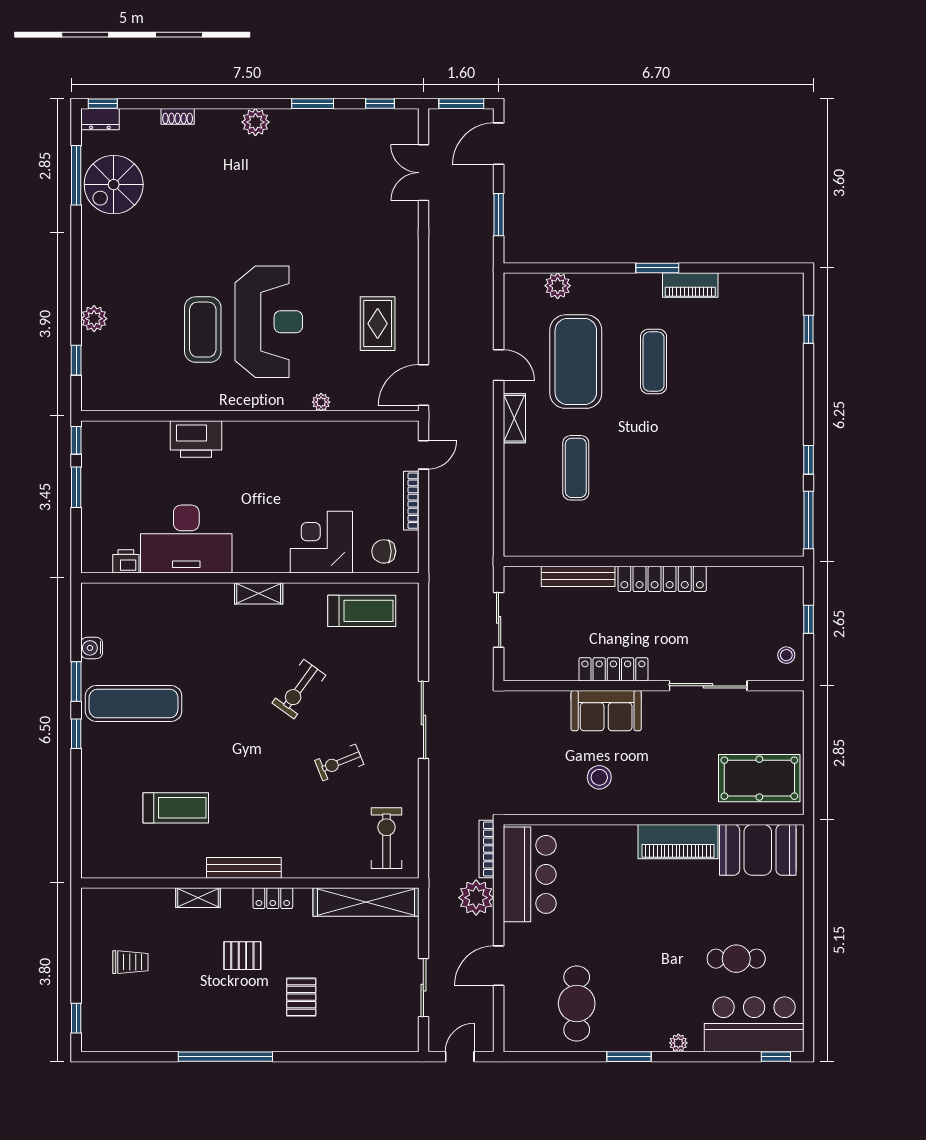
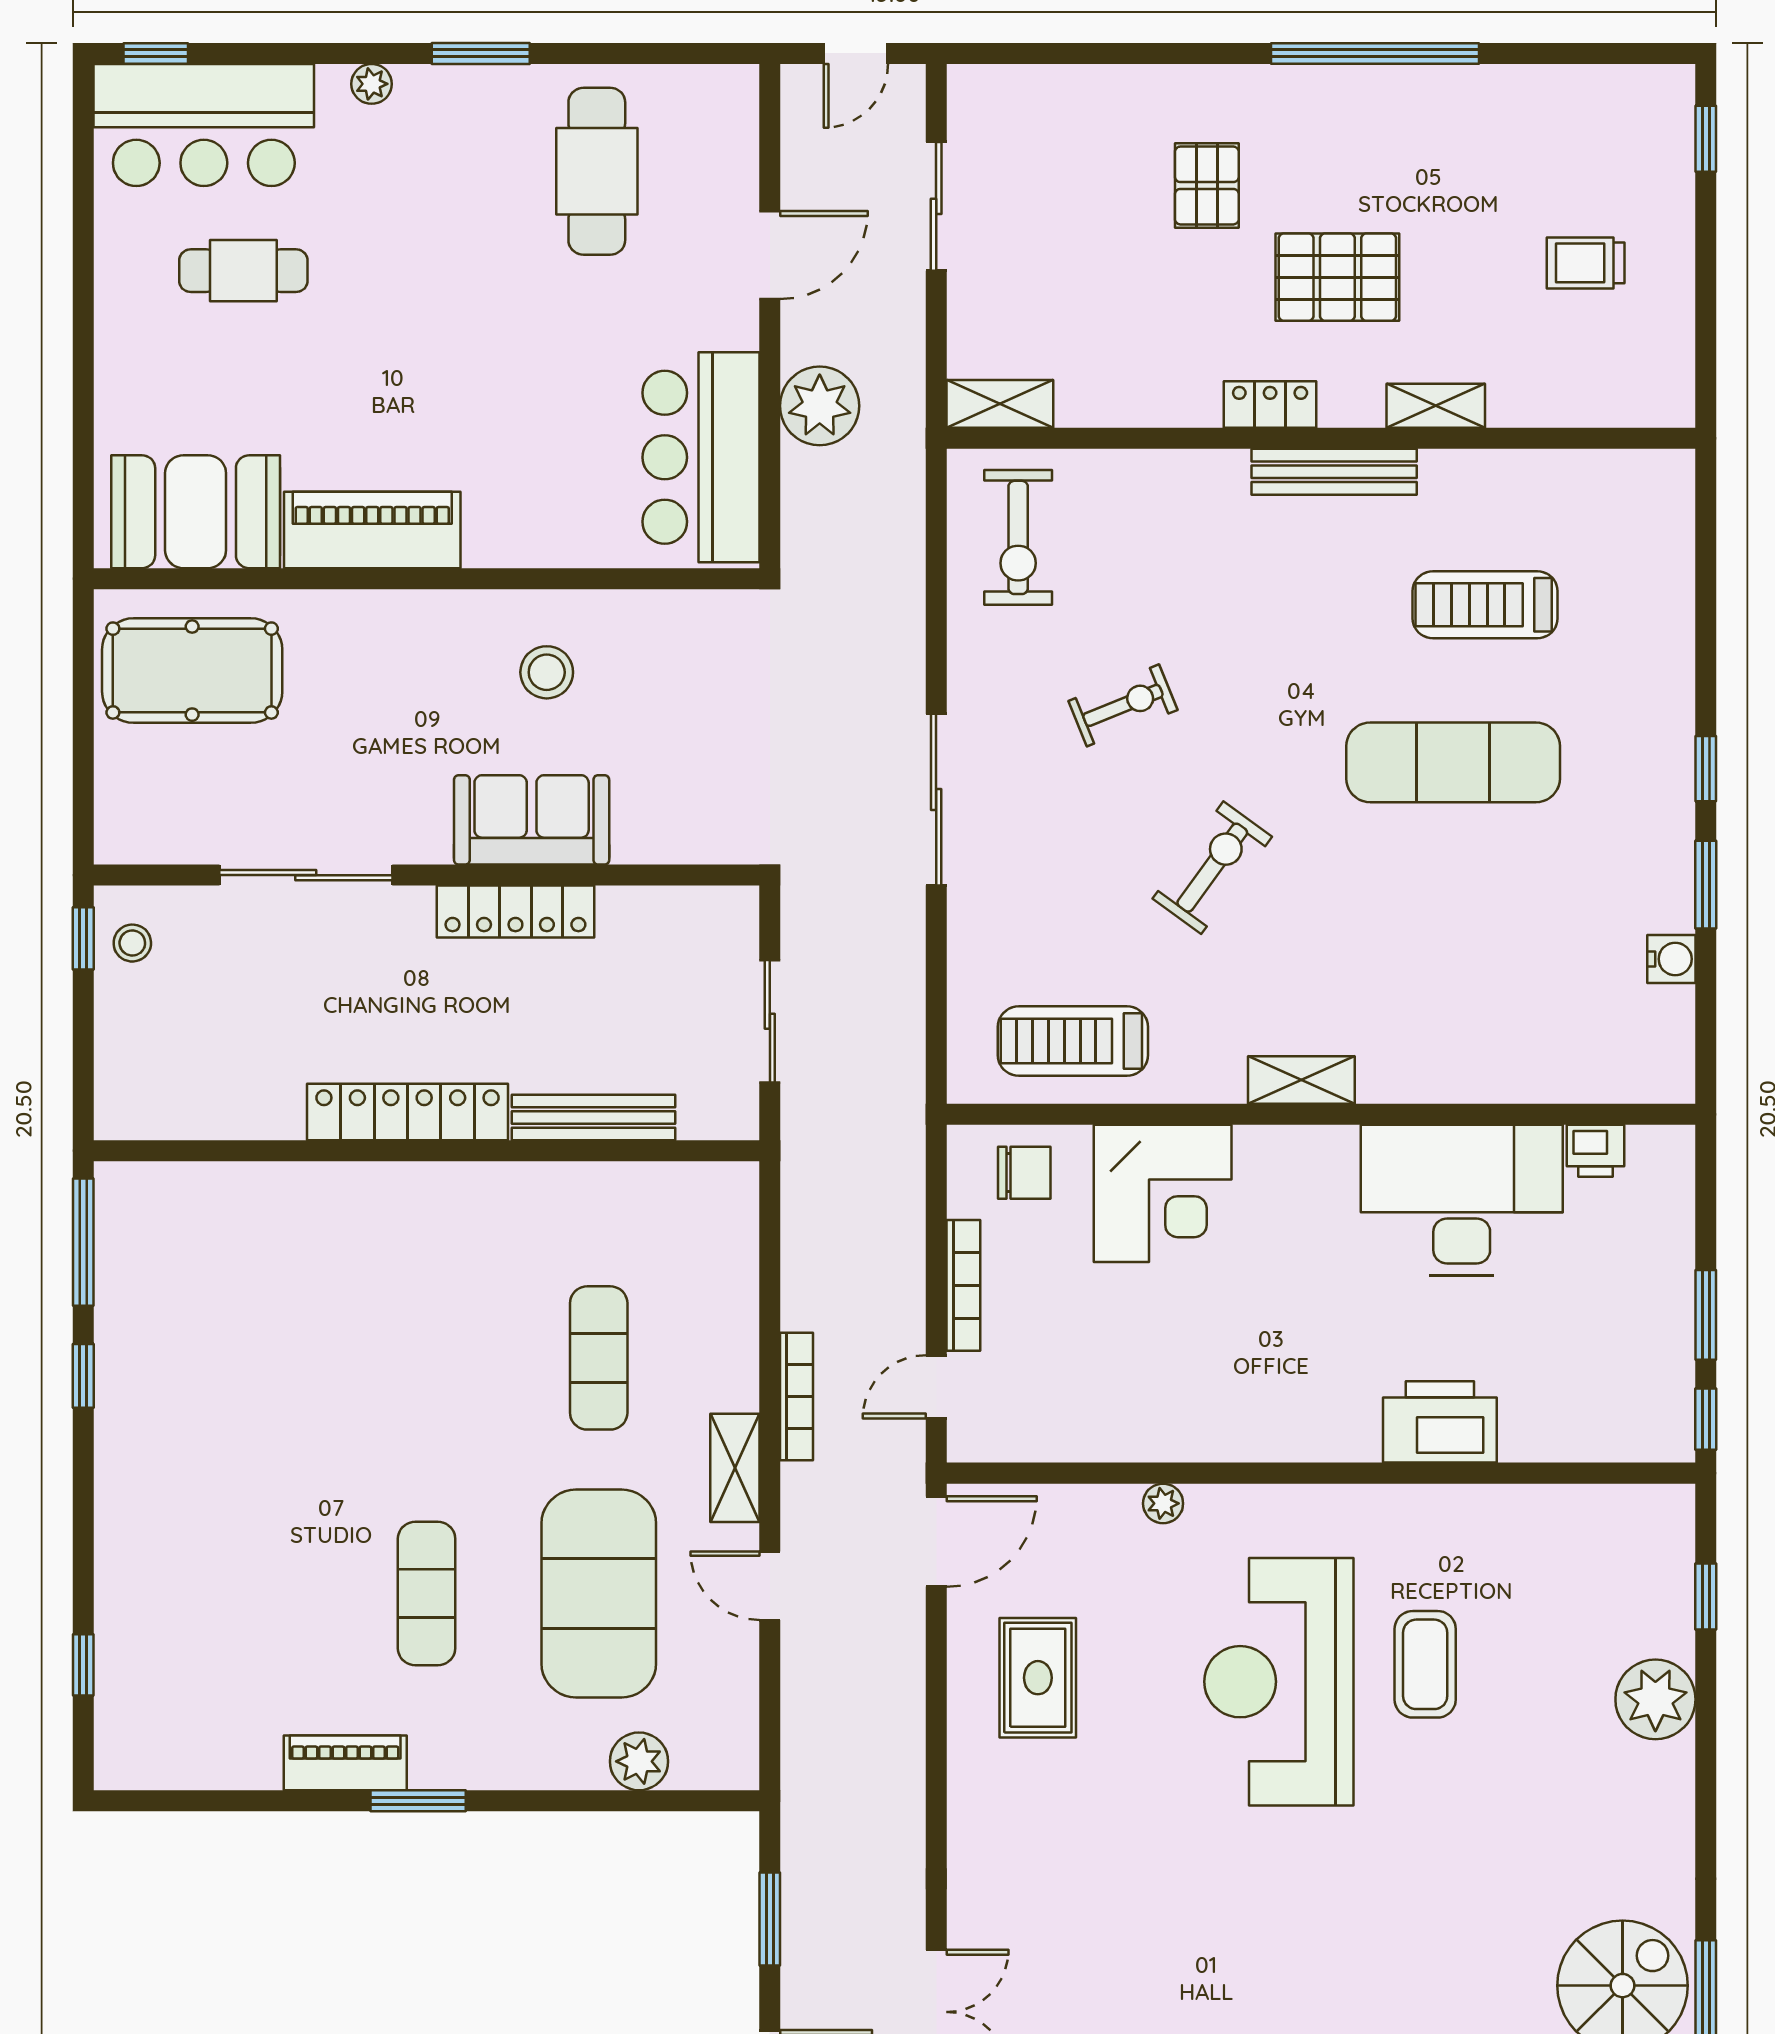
plant: (94, 319) -> (1655, 1699), width x1.36, depth x1.36
coffee table: (203, 330) -> (1425, 1664), width x0.73, depth x0.76
window: (808, 619) -> (83, 938), moved
exercise mat: (134, 704) -> (1453, 762), moved
bookcase: (487, 849) -> (797, 1396), moved
shelving: (366, 902) -> (1000, 404), width x0.45, depth x0.75
pallet: (242, 956) -> (1337, 277), width x1.50, depth x1.42

